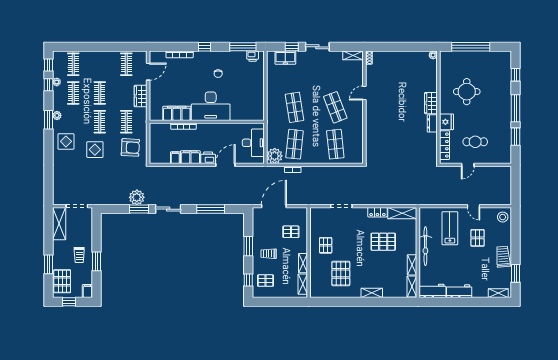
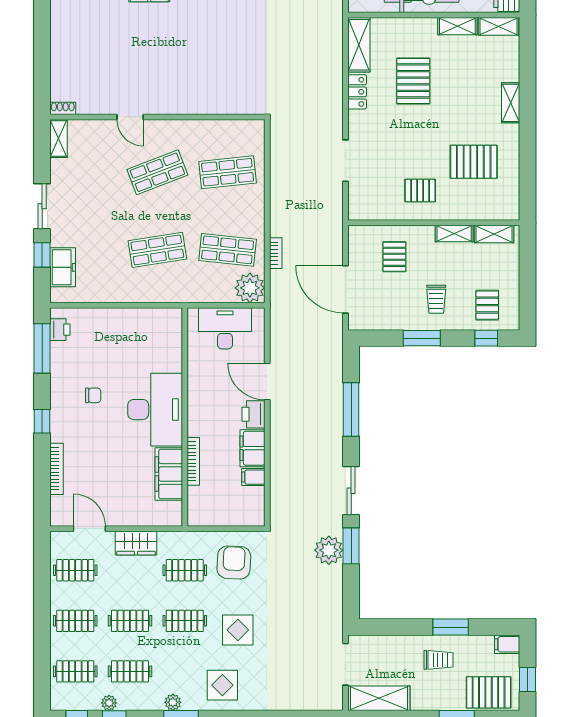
clothes rail: (100, 64) -> (75, 621), added

